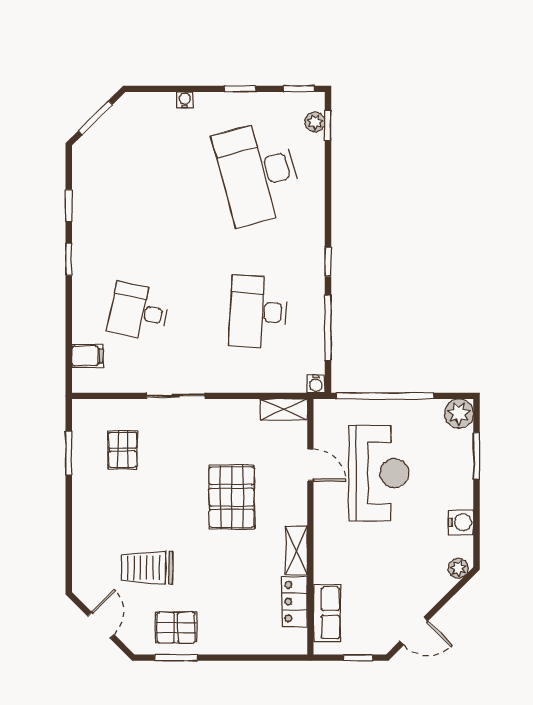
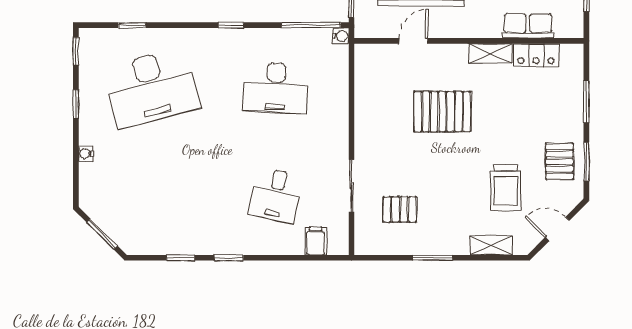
plant: (315, 122) -> (106, 37), removed
window: (328, 126) -> (132, 25), moved
window: (328, 328) -> (311, 25), moved
sliding door: (176, 396) -> (351, 186), moved
shelving: (284, 410) -> (491, 245), moved, turned 90
window: (69, 453) -> (433, 258), moved
row of seats: (327, 613) -> (528, 26), moved
window: (243, 658) -> (586, 102), added

